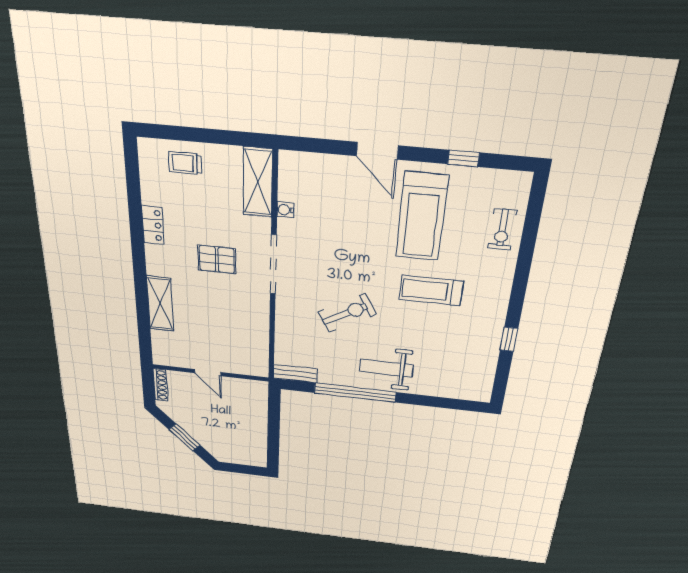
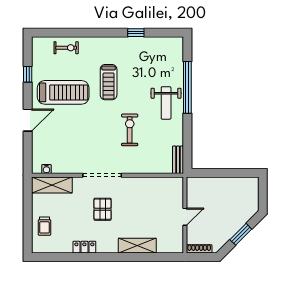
water cooler: (285, 210) -> (46, 169), moved
exercise bike: (347, 313) -> (130, 130), turned 30
window: (355, 393) -> (187, 87), moved

